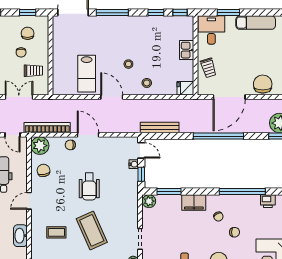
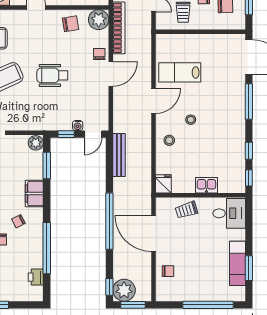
window: (228, 13) -> (249, 268), moved
chair: (263, 84) -> (168, 271), width x0.54, depth x0.54

